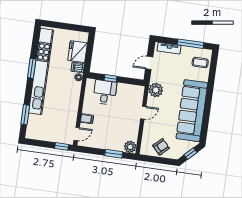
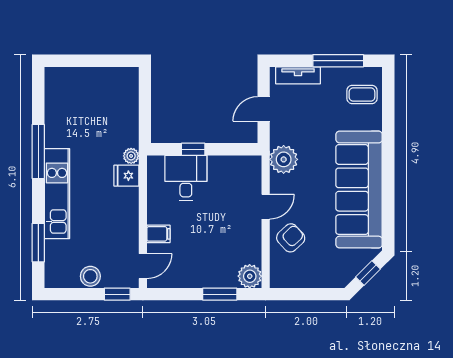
fridge: (78, 52) -> (126, 176), moved, width x0.53, depth x0.75
dishwasher: (78, 67) -> (127, 137), removed
window: (32, 68) -> (38, 151), width x1.44
kitchen unit: (41, 71) -> (57, 194), width x0.54
stool: (49, 135) -> (90, 276), added
armchair: (161, 147) -> (291, 238), moved

